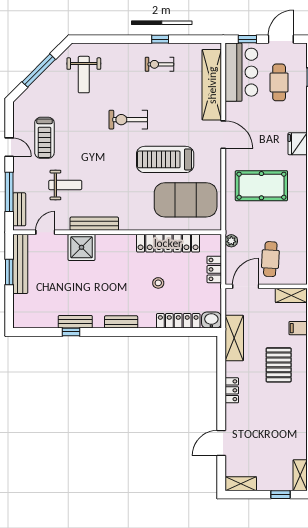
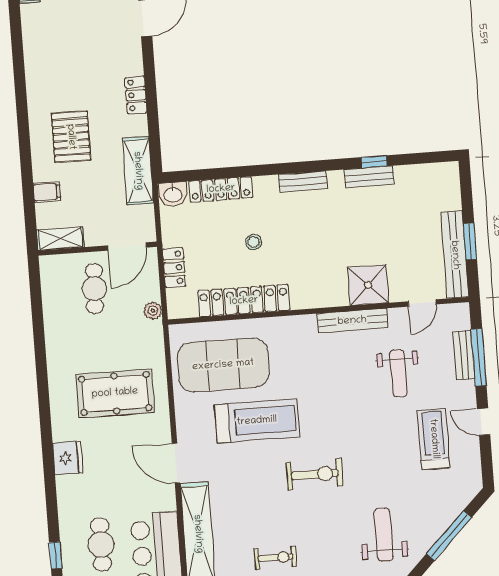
weight bench: (65, 185) -> (398, 373), turned -90
bench: (19, 209) -> (464, 355), moved

